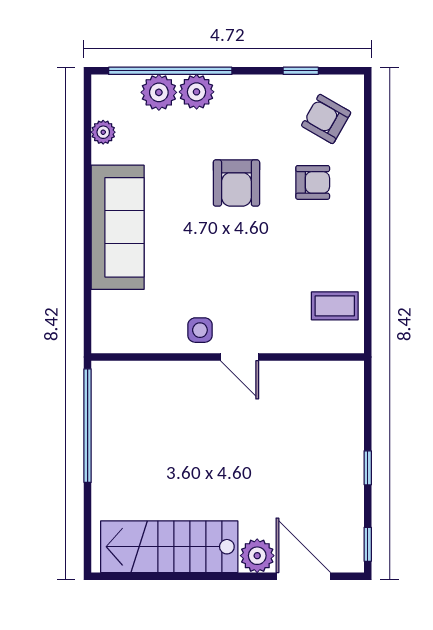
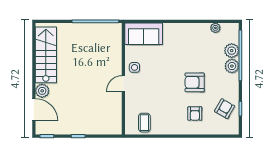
armchair: (326, 119) -> (225, 109), moved
sofa: (118, 227) -> (144, 34), moved, width x0.73
door: (303, 576) -> (34, 110), hinge flipped

